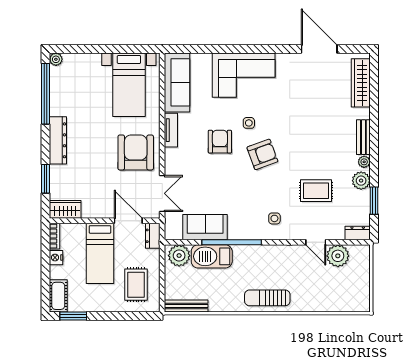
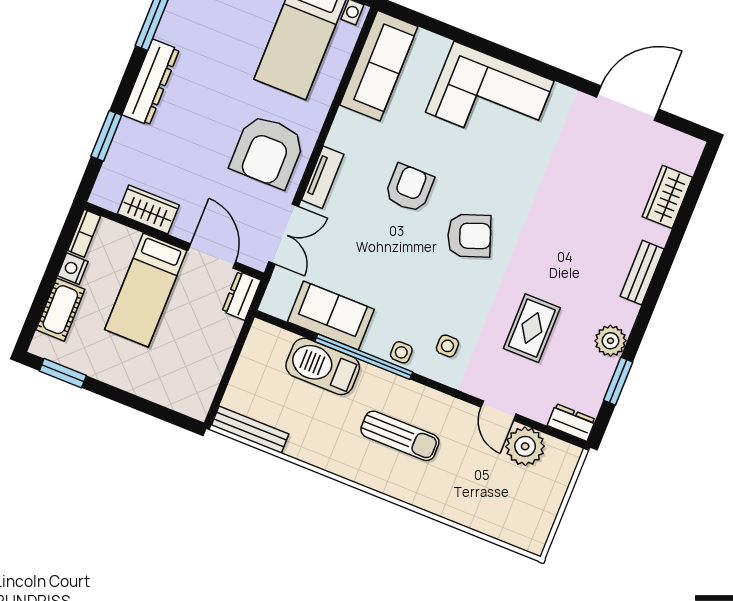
door: (319, 49) -> (628, 103), hinge flipped
wardrobe: (361, 83) -> (667, 197), width x0.67
side table: (249, 123) -> (401, 352), moved
tv unit: (171, 130) -> (323, 177), moved
armchair: (136, 152) -> (268, 151), turned 180
plant: (364, 162) -> (627, 313), removed
rug: (316, 191) -> (532, 328), turned 90
wardrobe: (65, 209) -> (148, 209), moved
plant: (179, 256) -> (271, 344), removed
rug: (136, 285) -> (183, 363), removed
cot: (58, 296) -> (60, 310), moved
sun lounger: (267, 298) -> (400, 436), moved, turned 180

